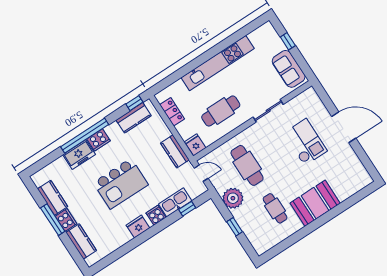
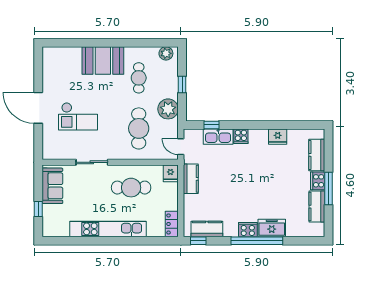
locker: (172, 112) -> (172, 224), moved
checkout: (305, 142) -> (78, 116), turned -90
kitchen island: (121, 184) -> (253, 182), removed
fridge: (138, 227) -> (278, 137), moved
plant: (265, 244) -> (166, 53), added

